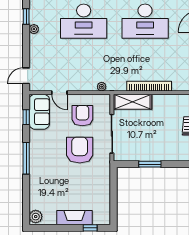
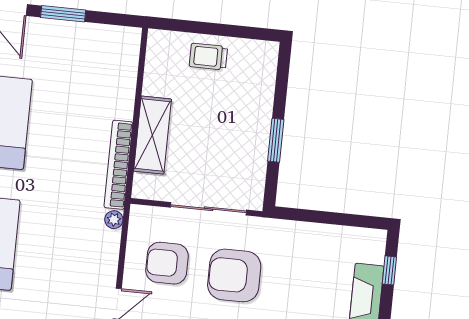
bookcase: (149, 86) -> (118, 165), moved
shelving: (133, 102) -> (152, 135), moved

